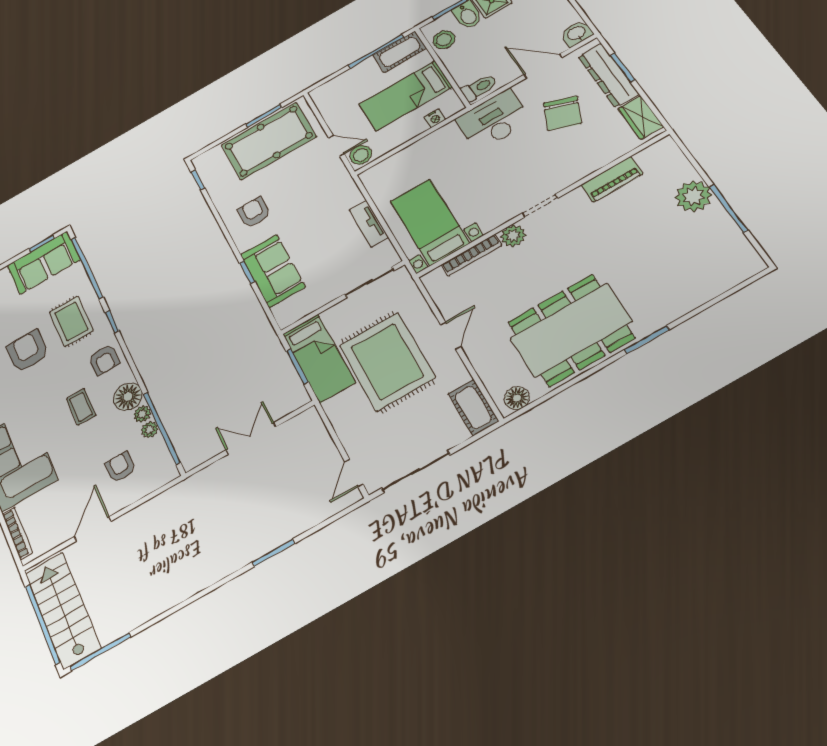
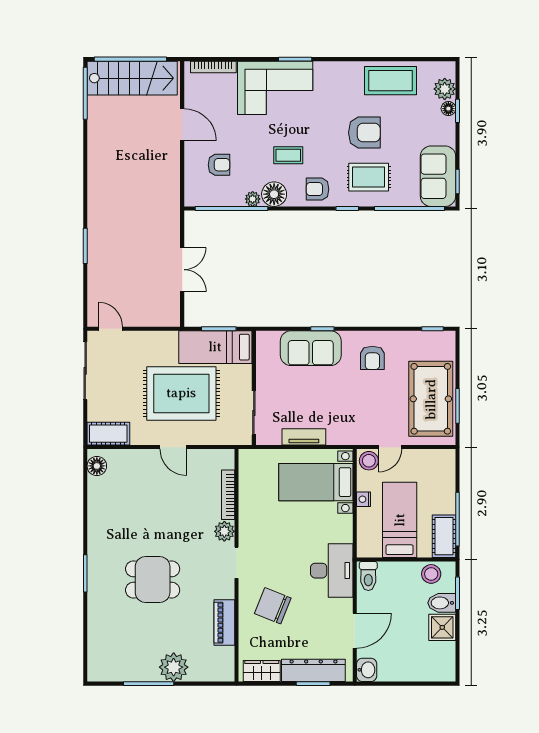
chair: (562, 113) -> (273, 606), moved
nightstand: (435, 118) -> (364, 499), moved
armchair: (254, 212) -> (372, 358), turned 90
bed with nightstands: (430, 222) -> (316, 482), moved, turned 180
dining table: (571, 330) -> (153, 579), moved, width x0.53, depth x0.80
plant: (150, 430) -> (236, 199), removed

